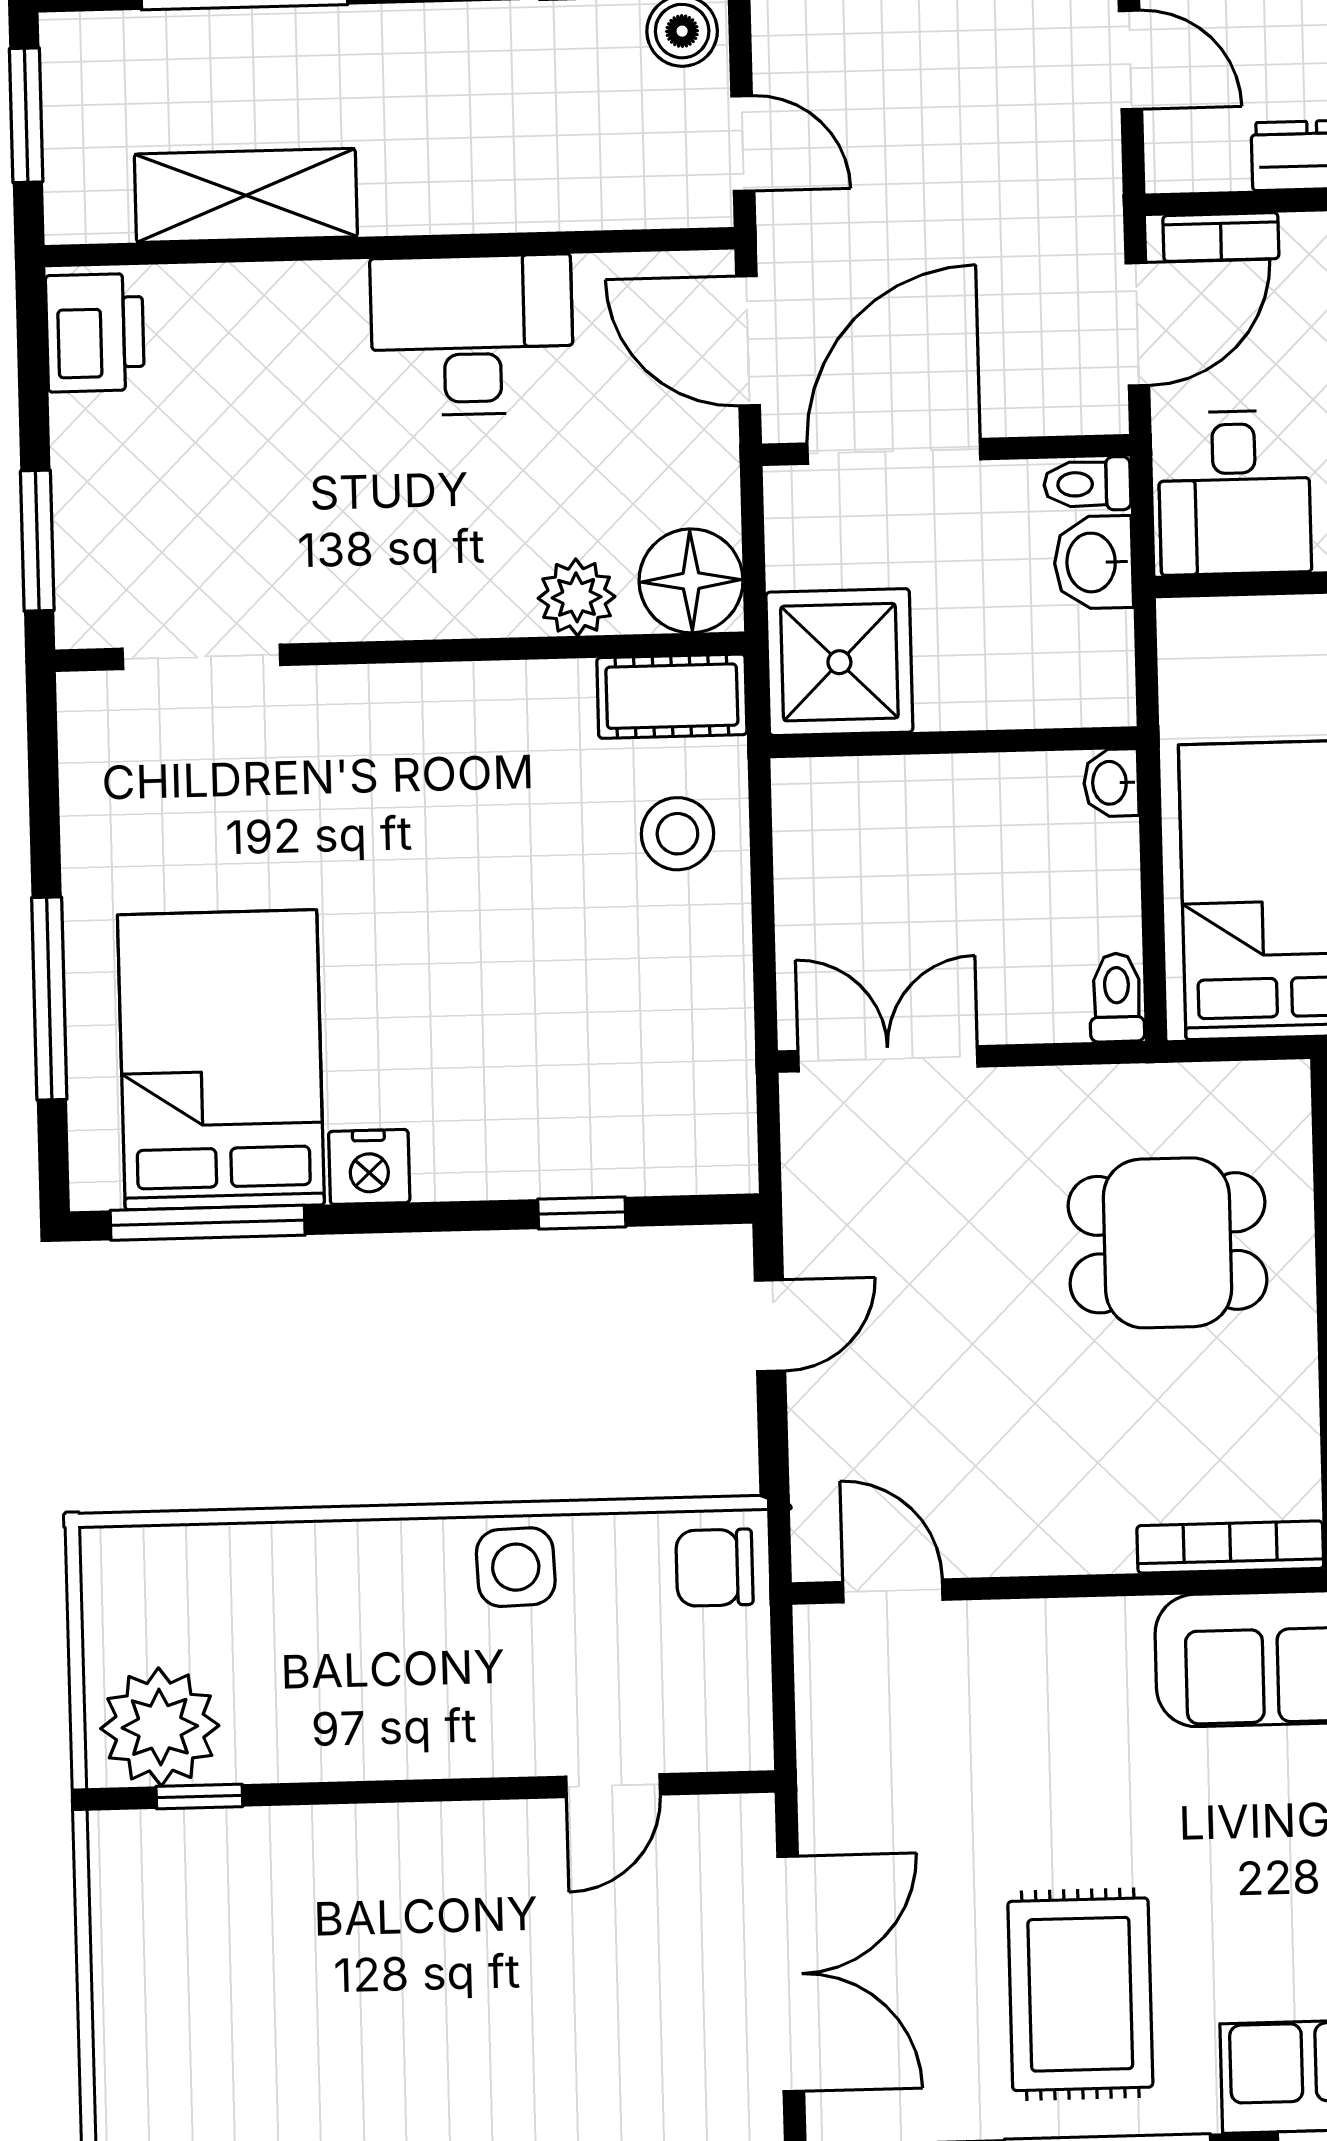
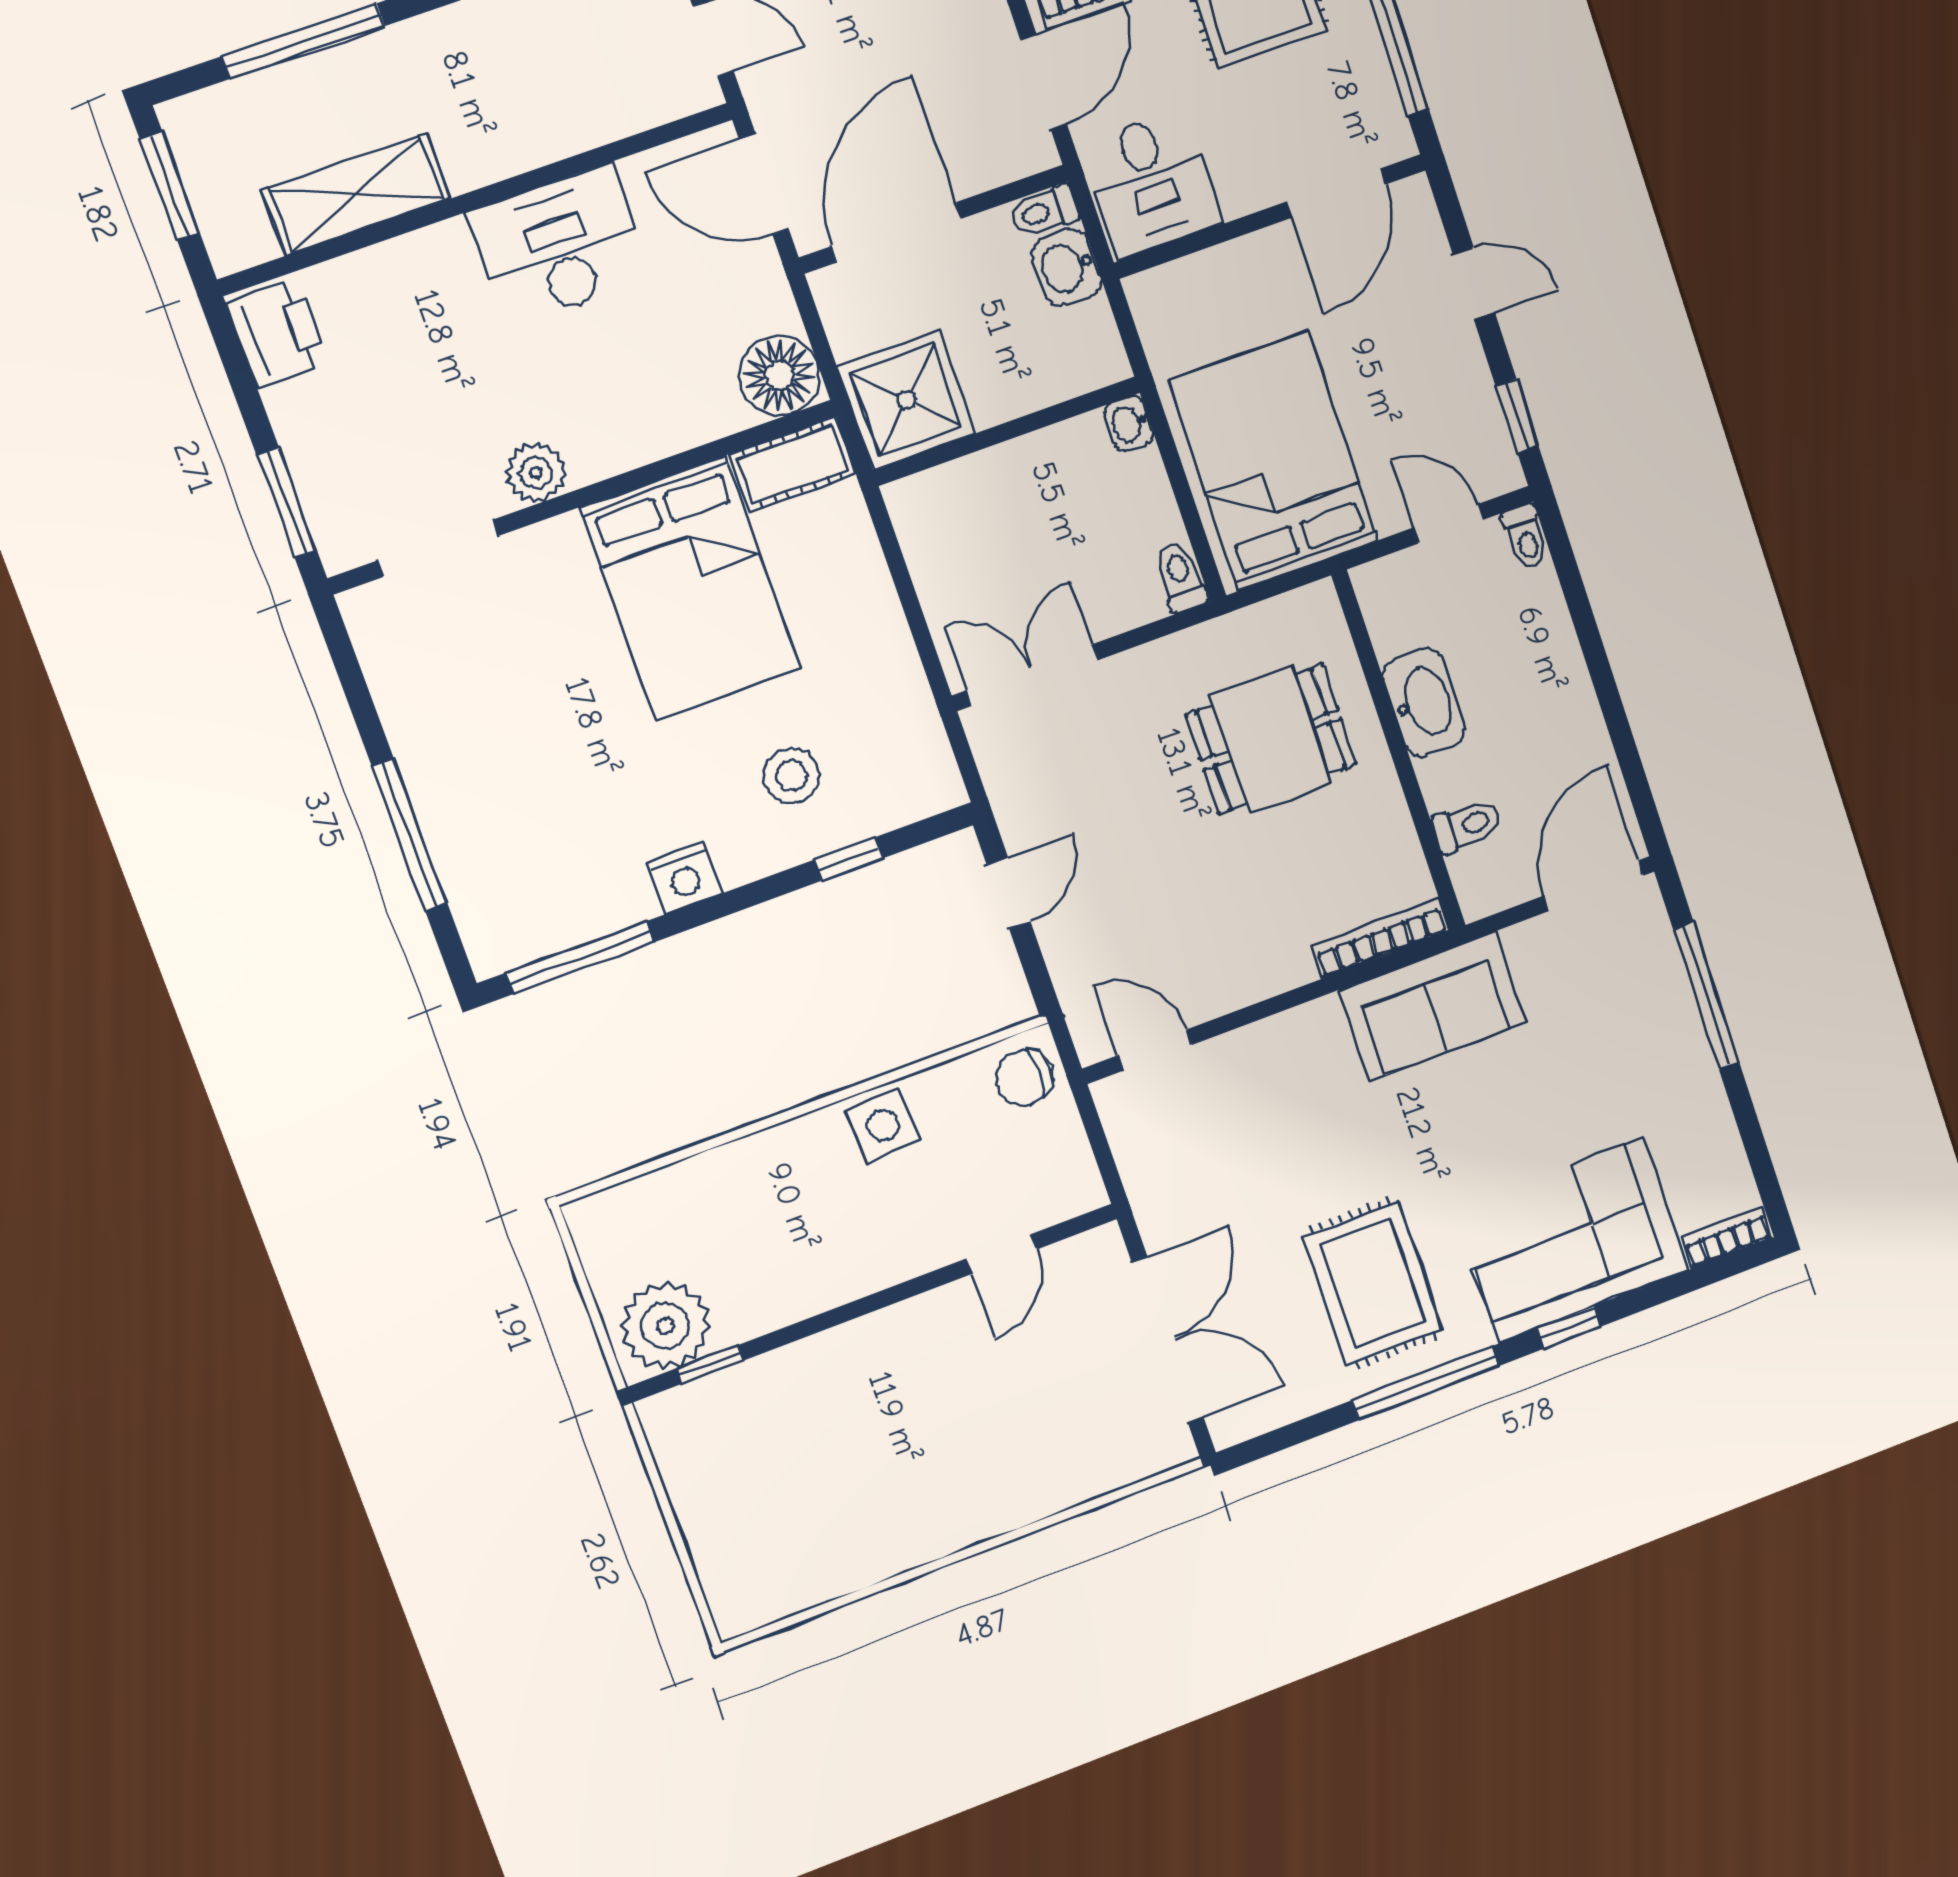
plant: (577, 597) -> (536, 473), moved
stool: (677, 834) -> (792, 776), moved
bed: (221, 1060) -> (690, 588), moved, turned 180

